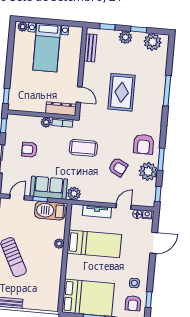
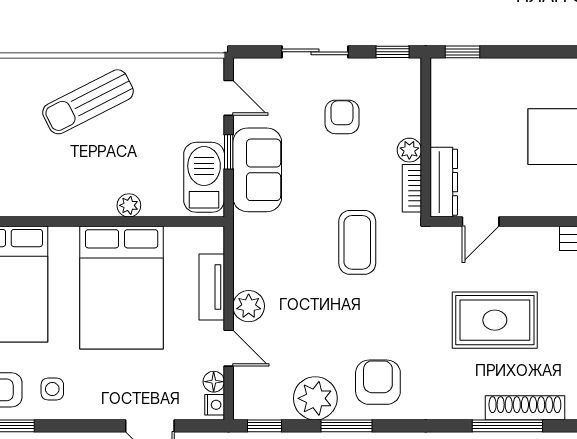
shoe rack: (160, 83) -> (525, 408), added
armchair: (144, 144) -> (378, 382), turned 90
armchair: (118, 167) -> (319, 327), removed
plant: (74, 194) -> (249, 306), moved
bed: (94, 244) -> (122, 287), width x1.50

